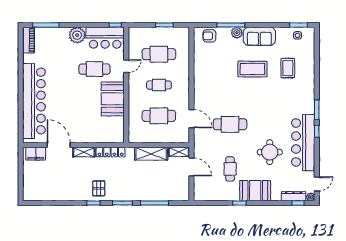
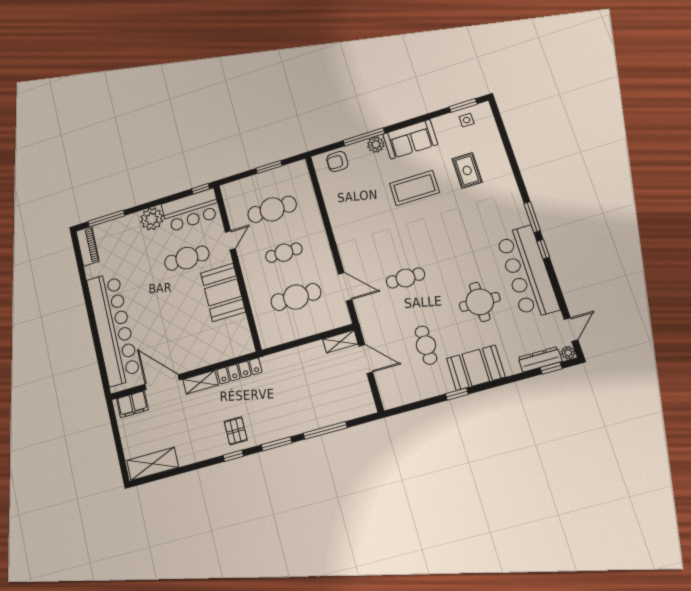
cafe table: (230, 124) -> (406, 278), width x0.73, depth x0.74
shelving: (151, 154) -> (153, 464), moved

